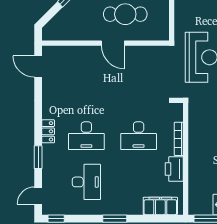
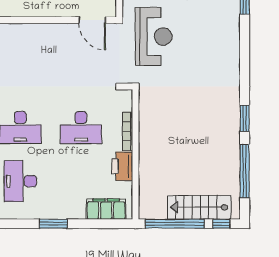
door: (113, 43) -> (92, 20), moved
desk: (86, 182) -> (20, 181), turned 180

